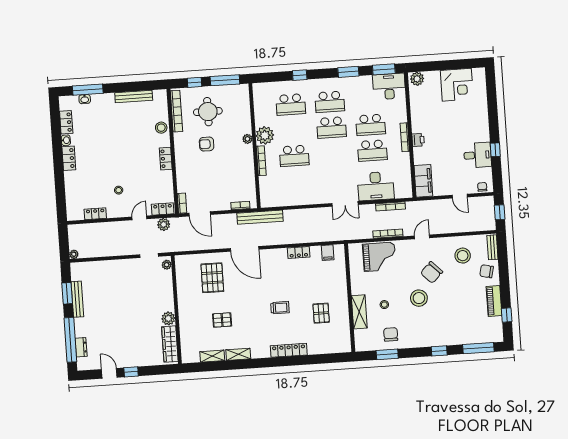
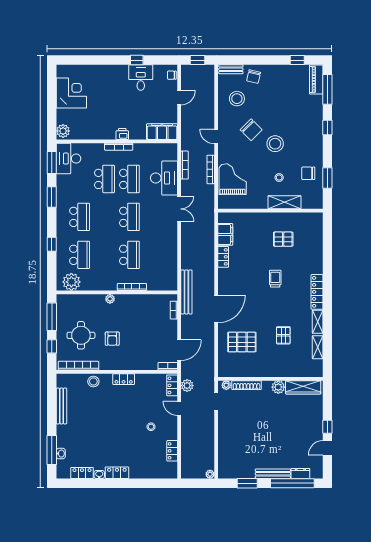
school desk: (331, 127) -> (129, 217), moved
plant: (265, 135) -> (71, 282), moved
filing cabinet: (328, 253) -> (225, 234), width x2.00
shoe rack: (168, 286) -> (247, 385), added
bench: (77, 299) -> (273, 474), moved
piano: (494, 301) -> (316, 80), moved, turned 90
locker: (289, 350) -> (317, 292), moved

